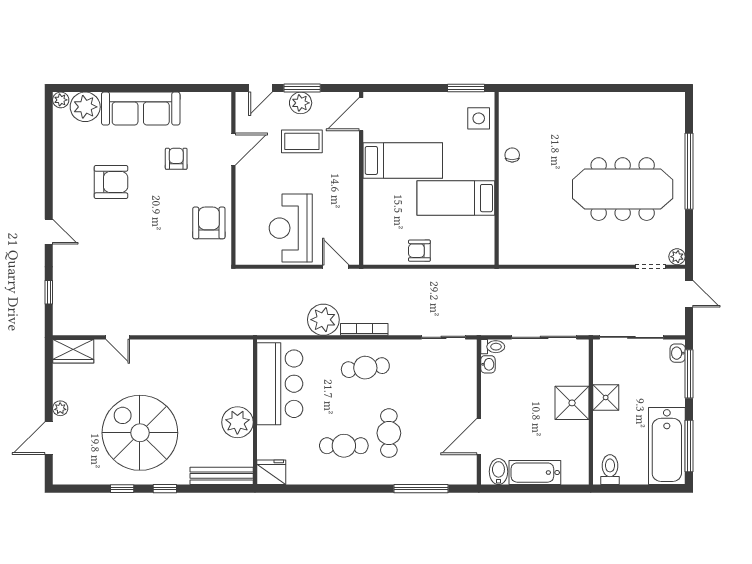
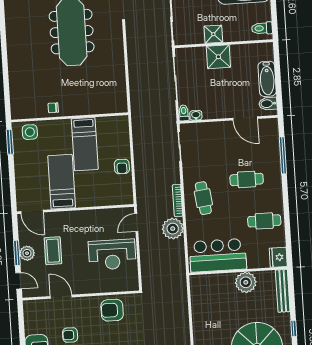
cafe table: (344, 446) -> (264, 221), moved, turned 90

